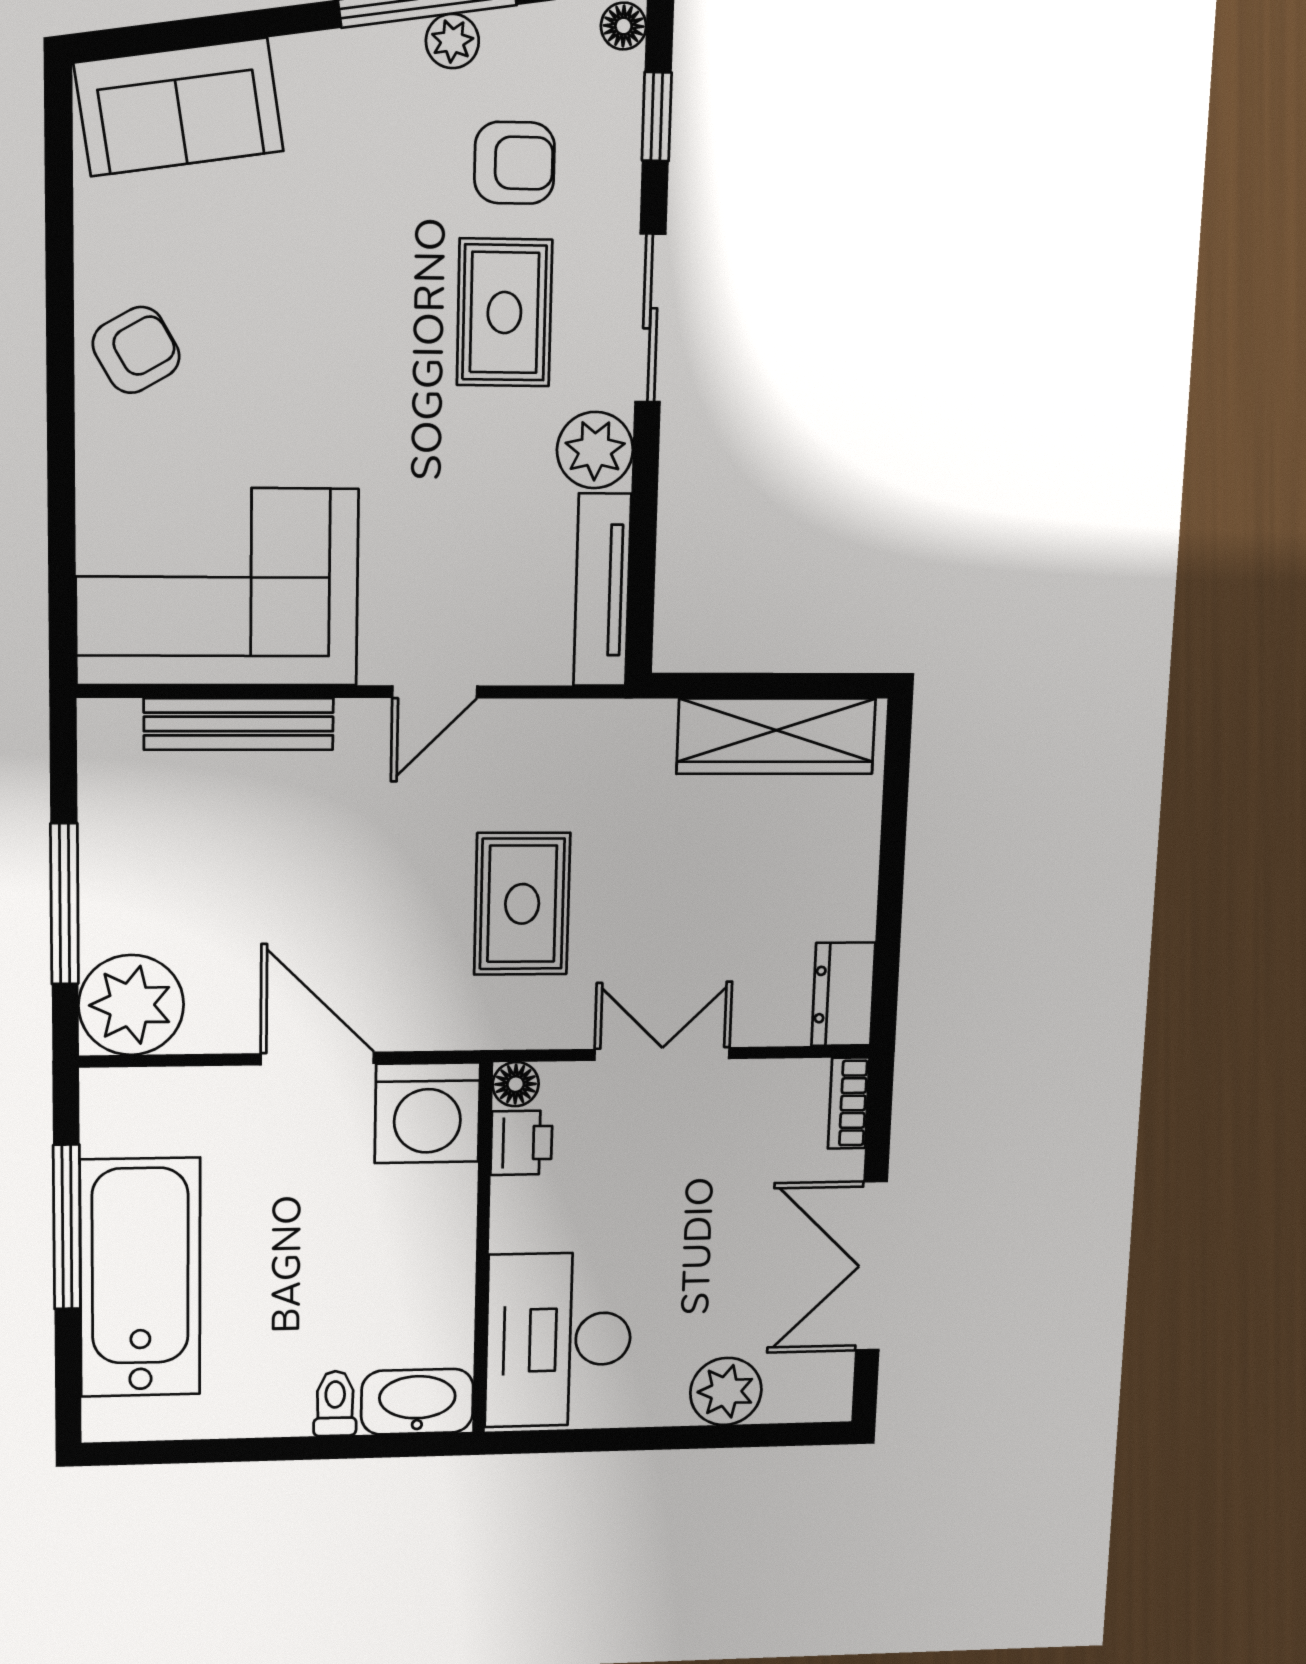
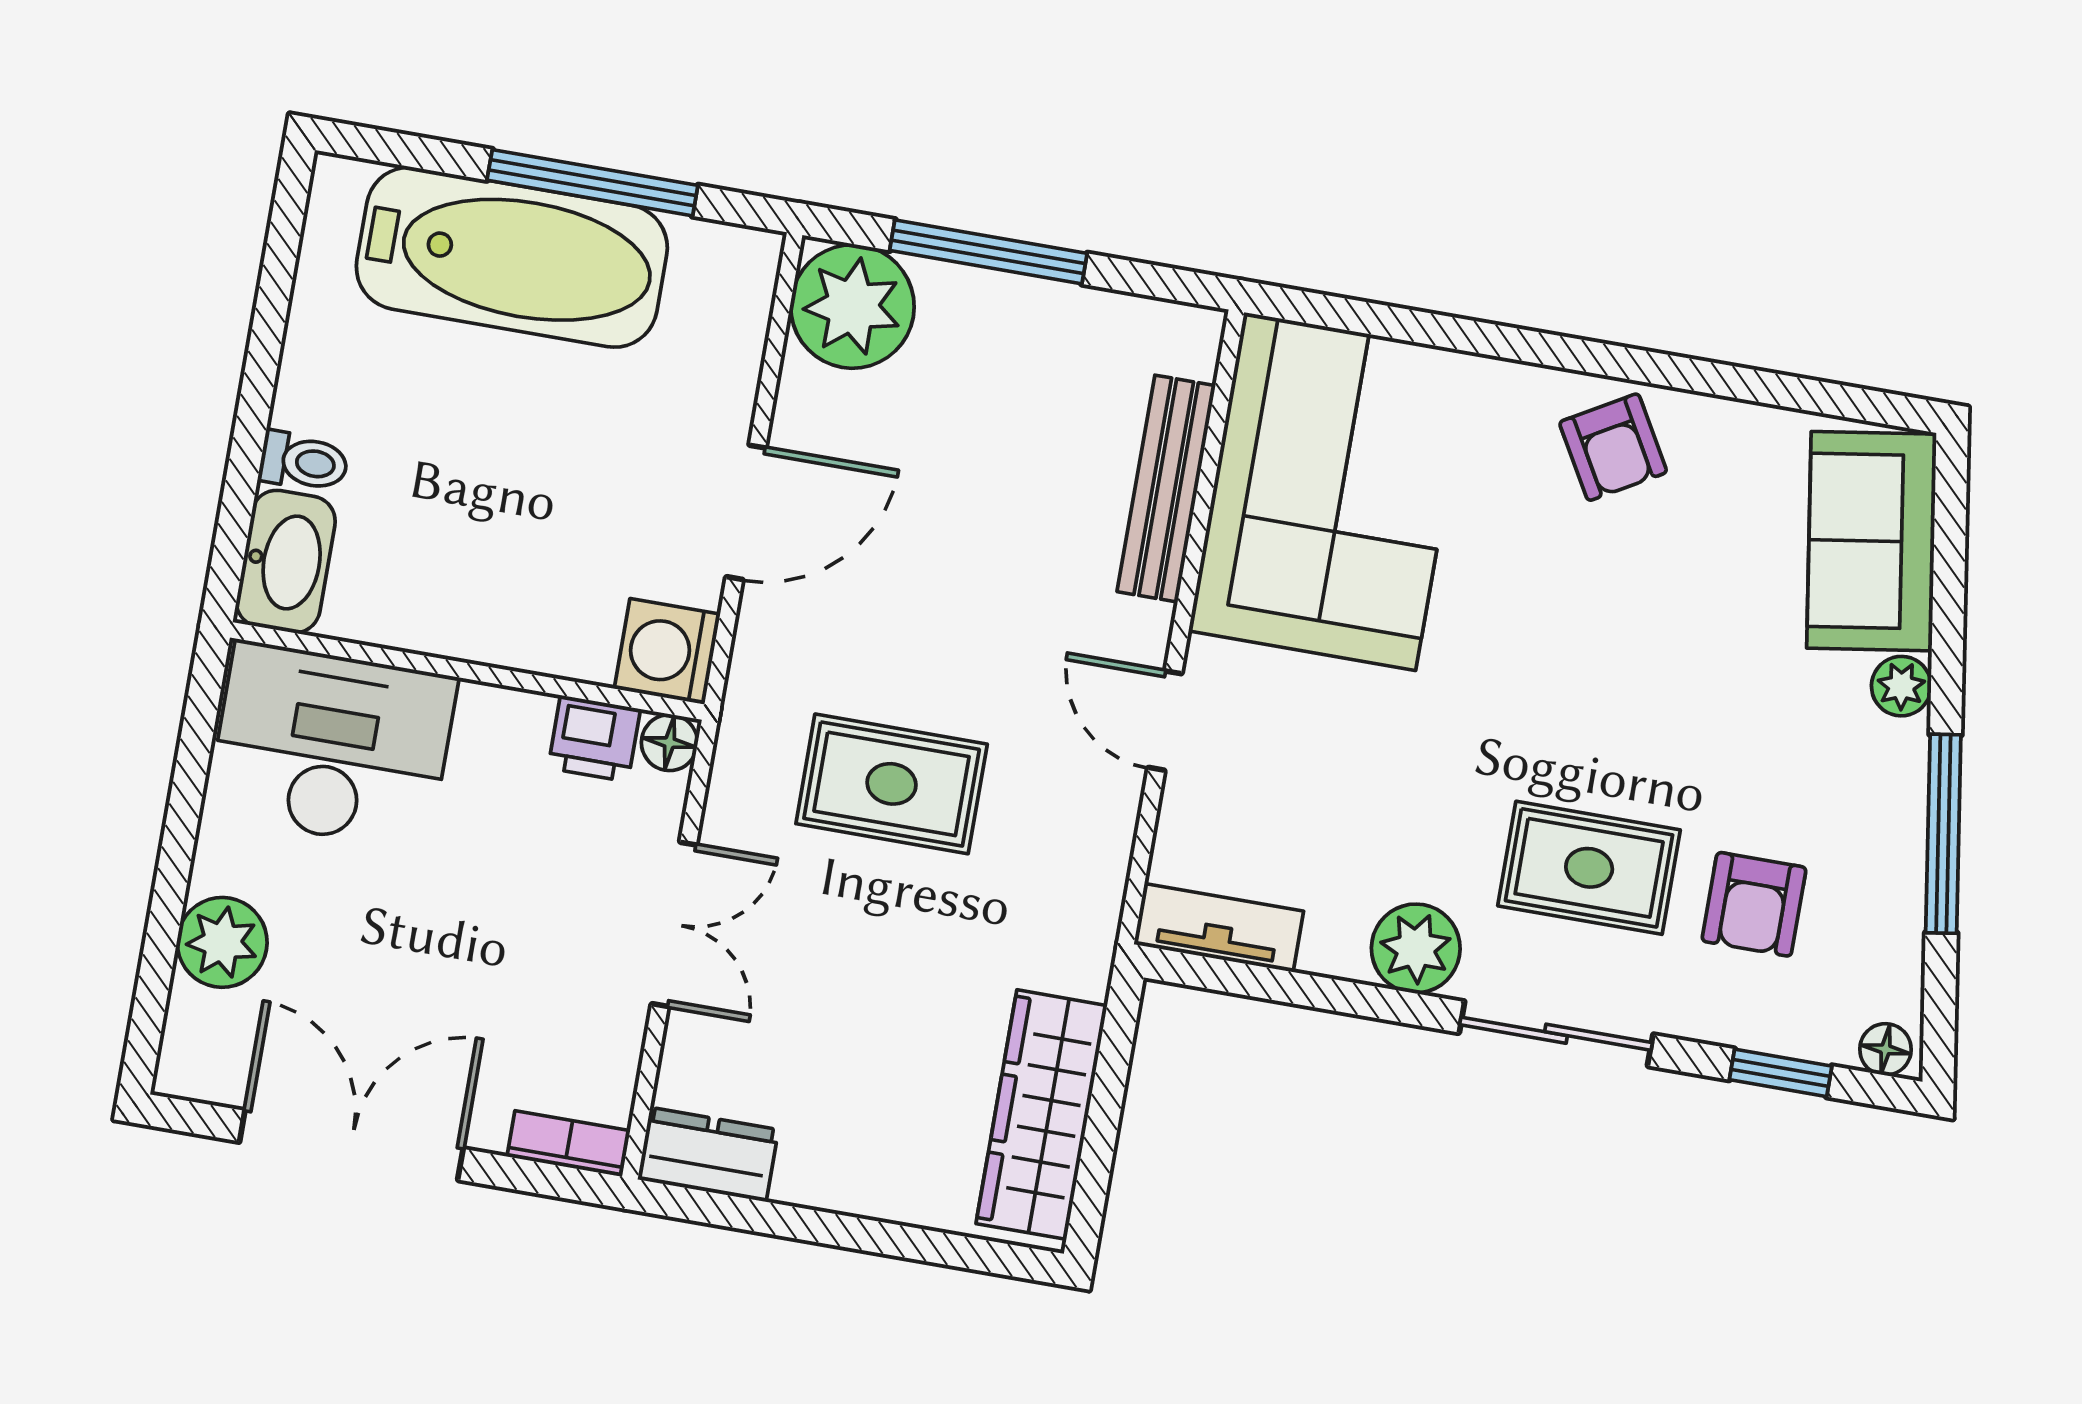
plant: (452, 41) -> (1901, 686), moved
tv unit: (602, 590) -> (1219, 928), width x0.71
washing machine: (427, 1113) -> (667, 651), width x0.73, depth x0.73

